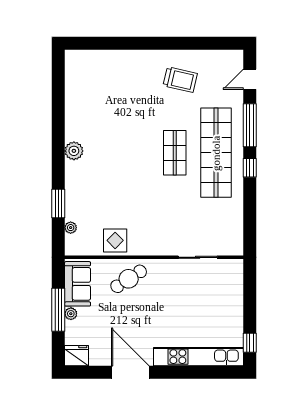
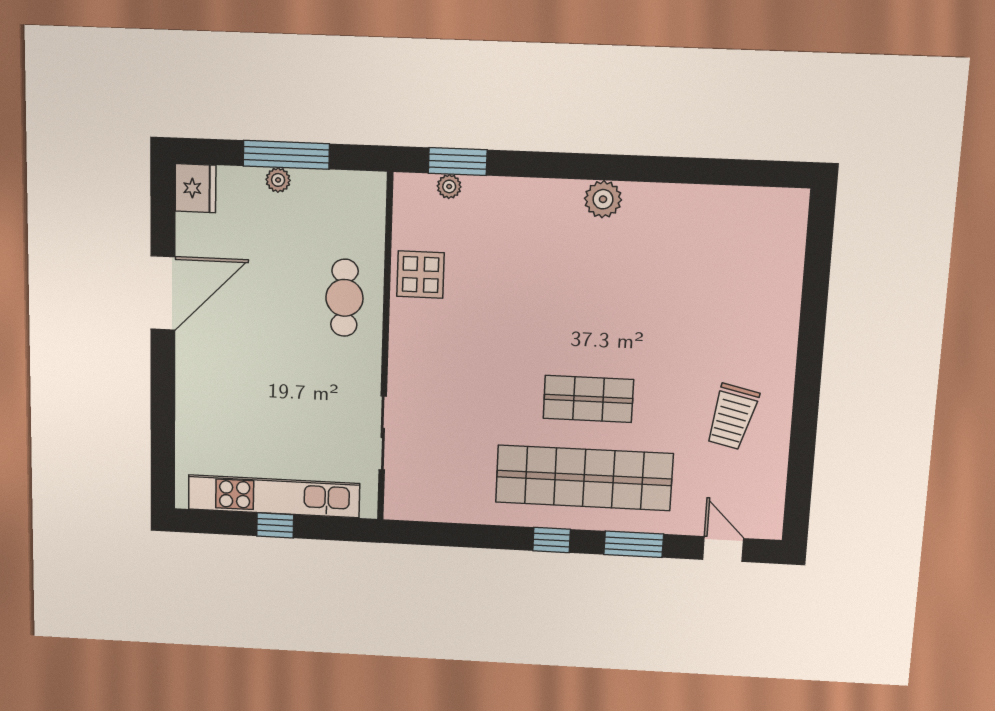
window: (250, 125) -> (634, 544), width x0.69
window: (58, 204) -> (458, 162), moved
cafe table: (129, 279) -> (344, 298), turned 33
sofa: (78, 284) -> (337, 196), removed
window: (250, 343) -> (275, 525), moved
kitchen unit: (199, 357) -> (274, 496), moved, turned -90

